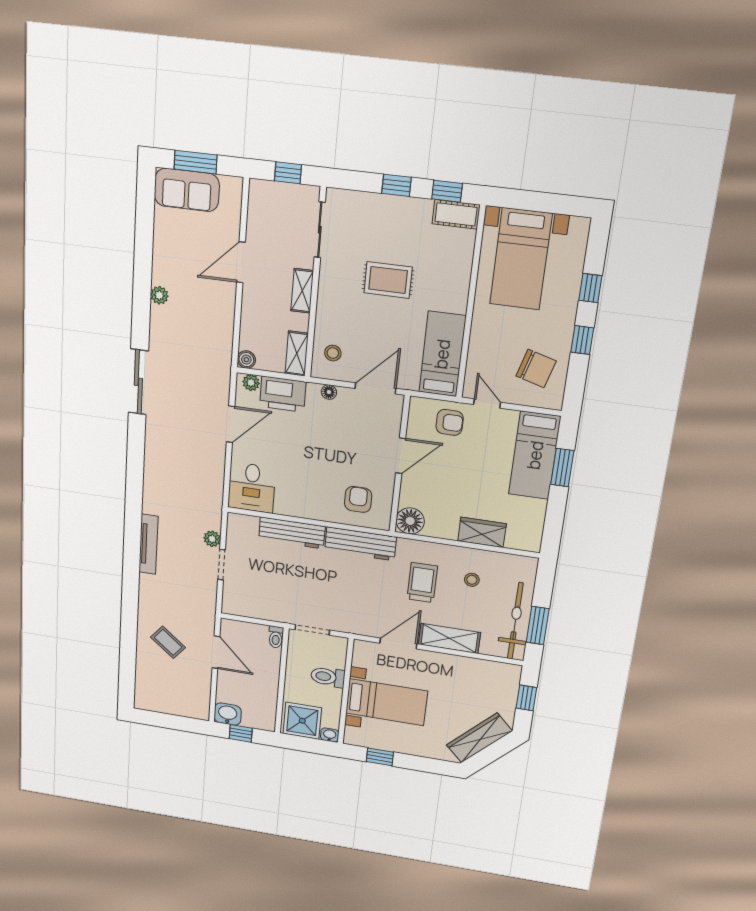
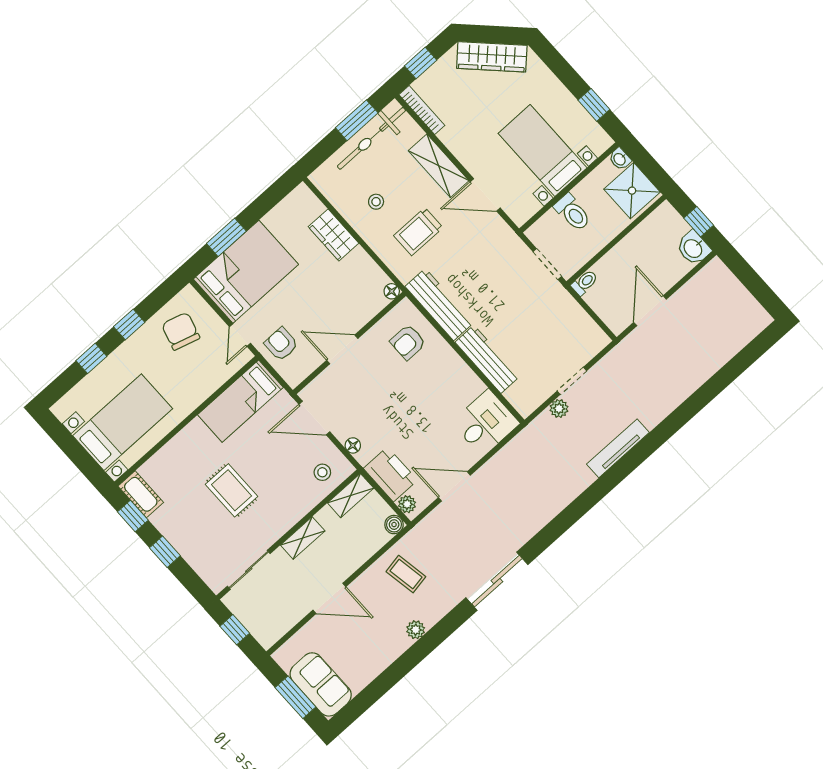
bed: (535, 455) -> (246, 272), width x1.50
floor lamp: (410, 521) -> (392, 291), width x0.53, depth x0.53
coffee table: (168, 642) -> (406, 574), moved, turned -49
bookcase: (496, 667) -> (422, 110), added

